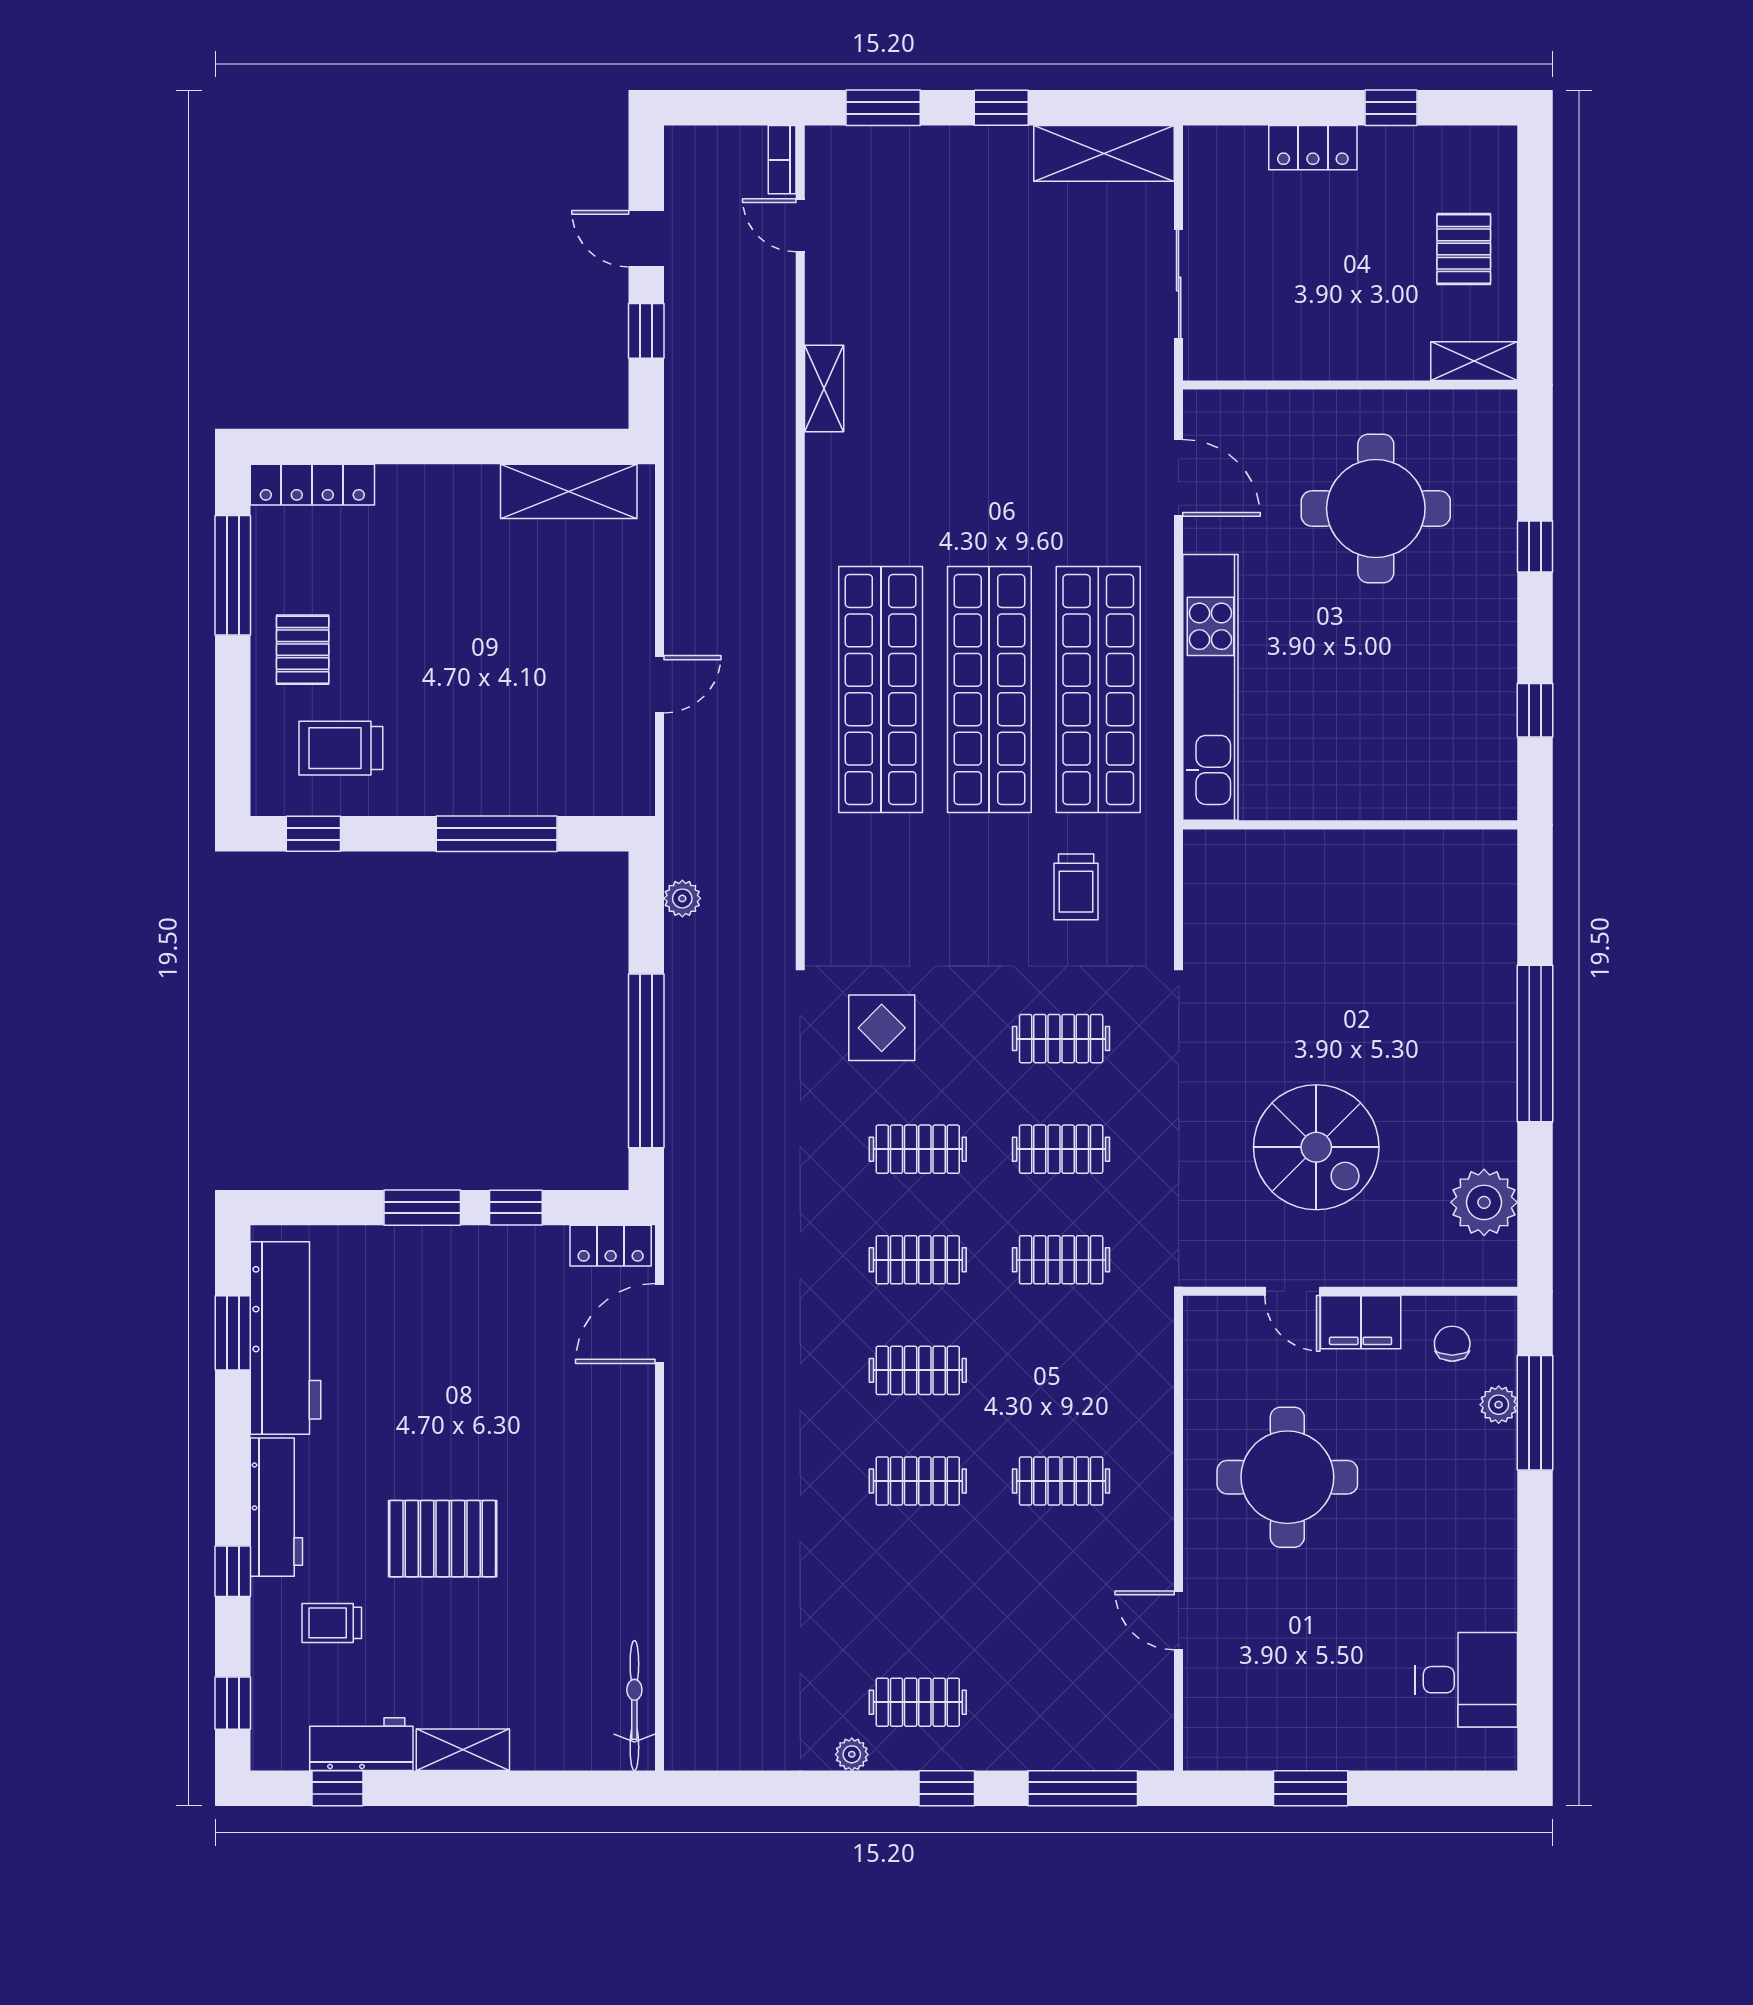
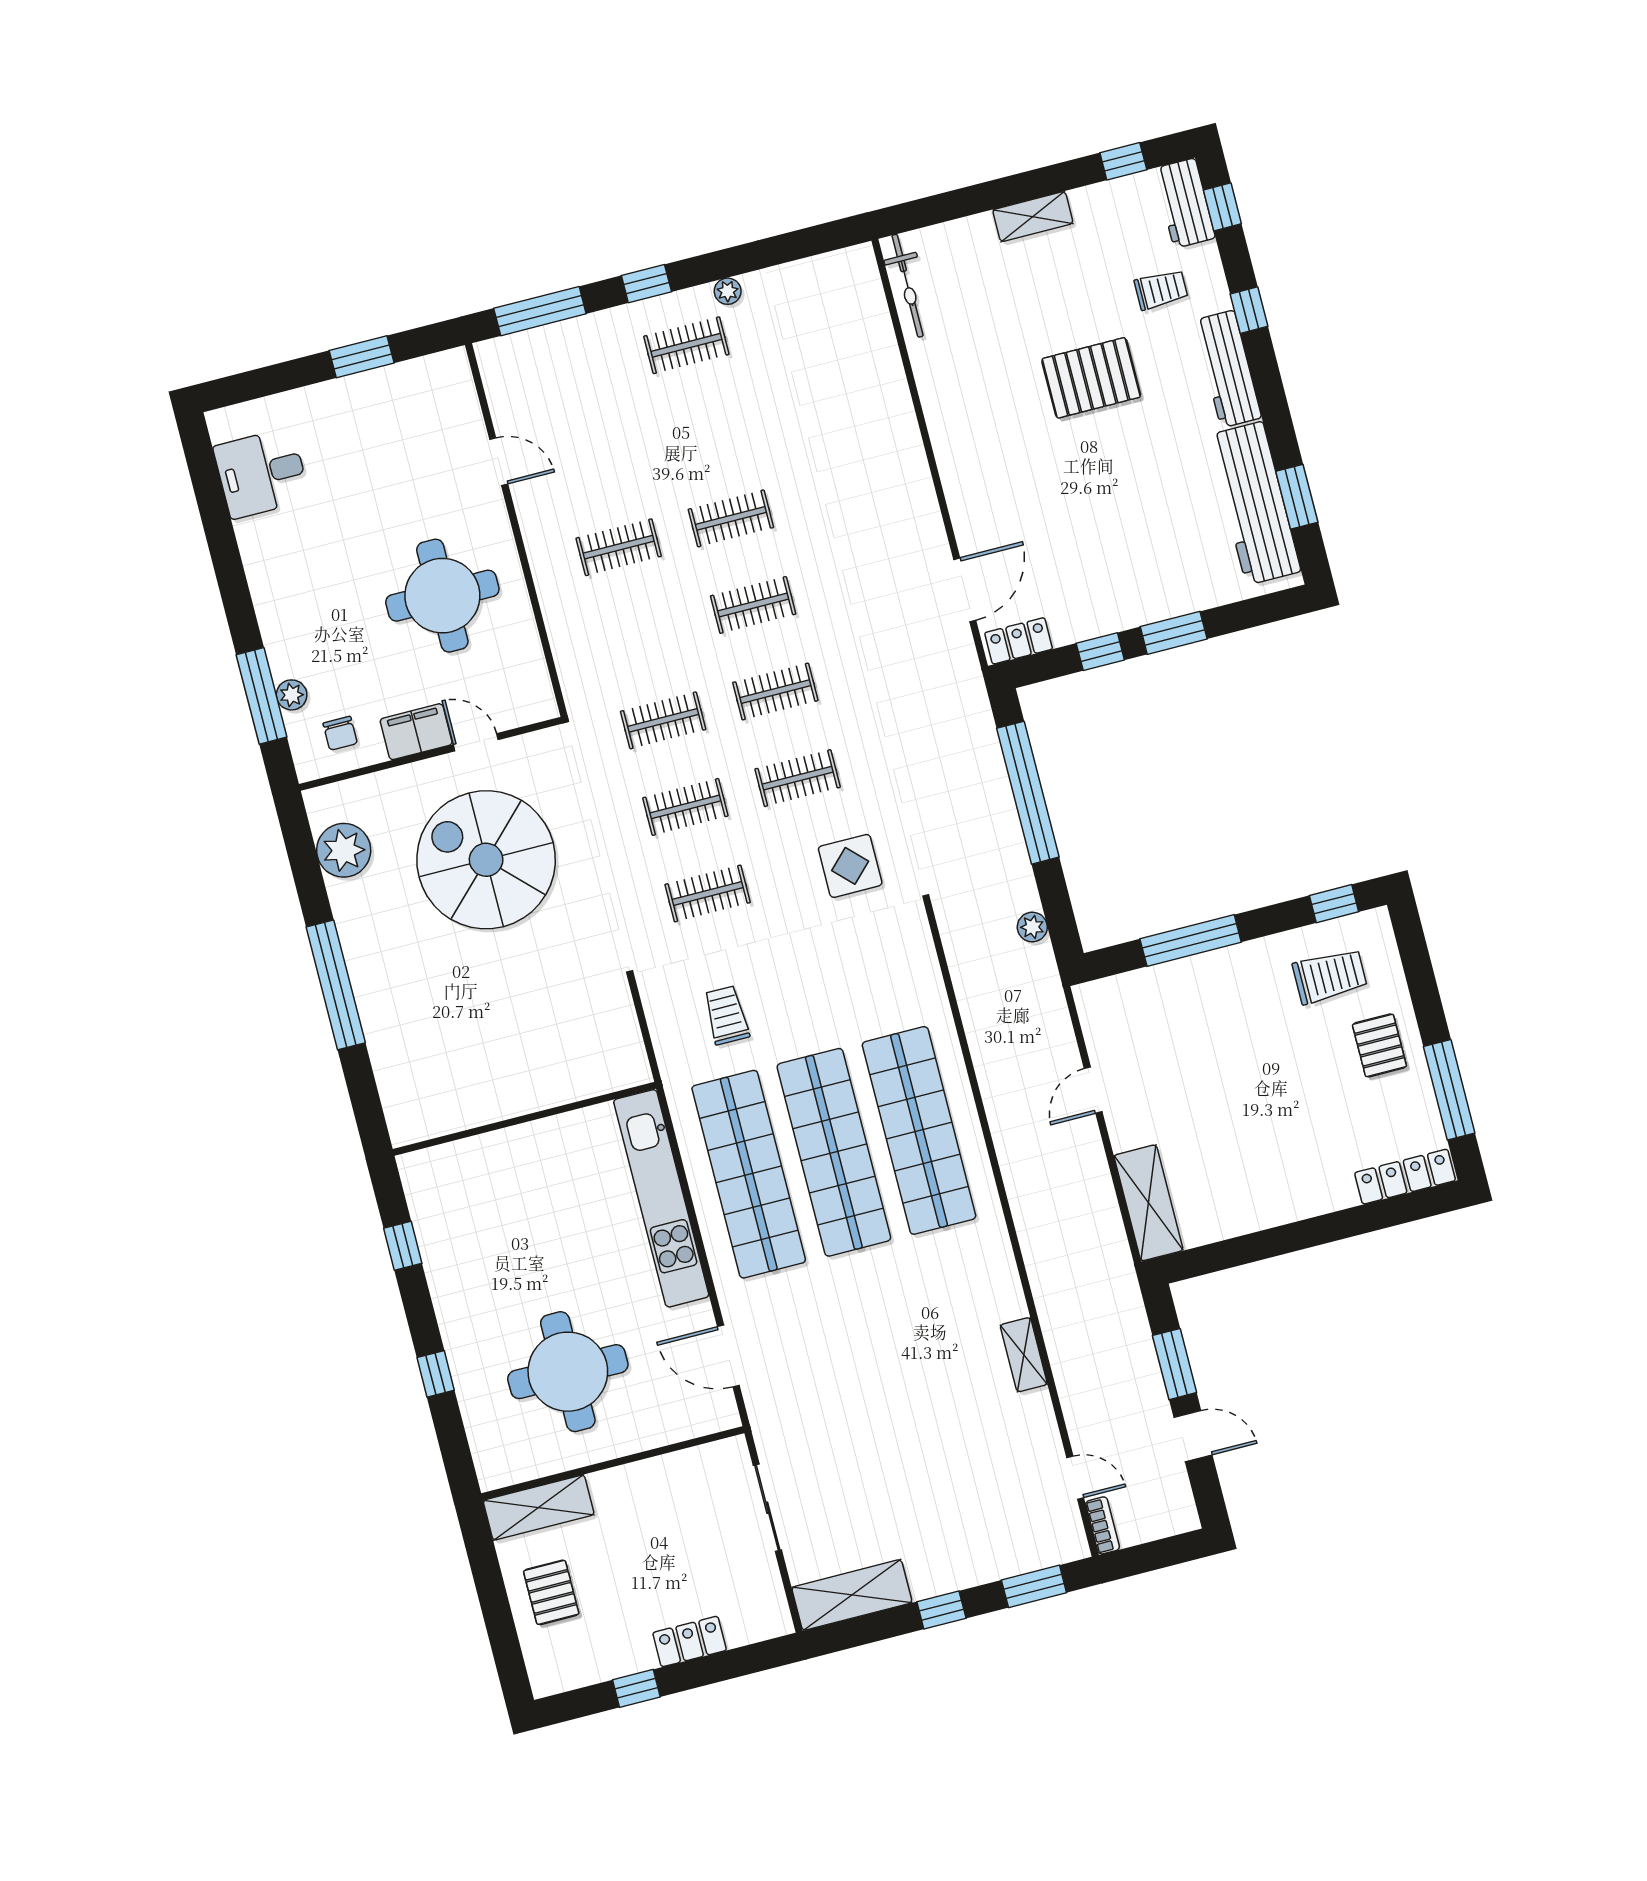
window: (646, 331) -> (1175, 1364), width x1.50
shelving: (1474, 361) -> (539, 1508), width x1.50, depth x1.33
shelving: (569, 491) -> (1148, 1203), moved, turned 90
spiral stairs: (1316, 1147) -> (486, 860), width x1.37, depth x1.37
workbench: (361, 1744) -> (1185, 203), moved, turned 90

